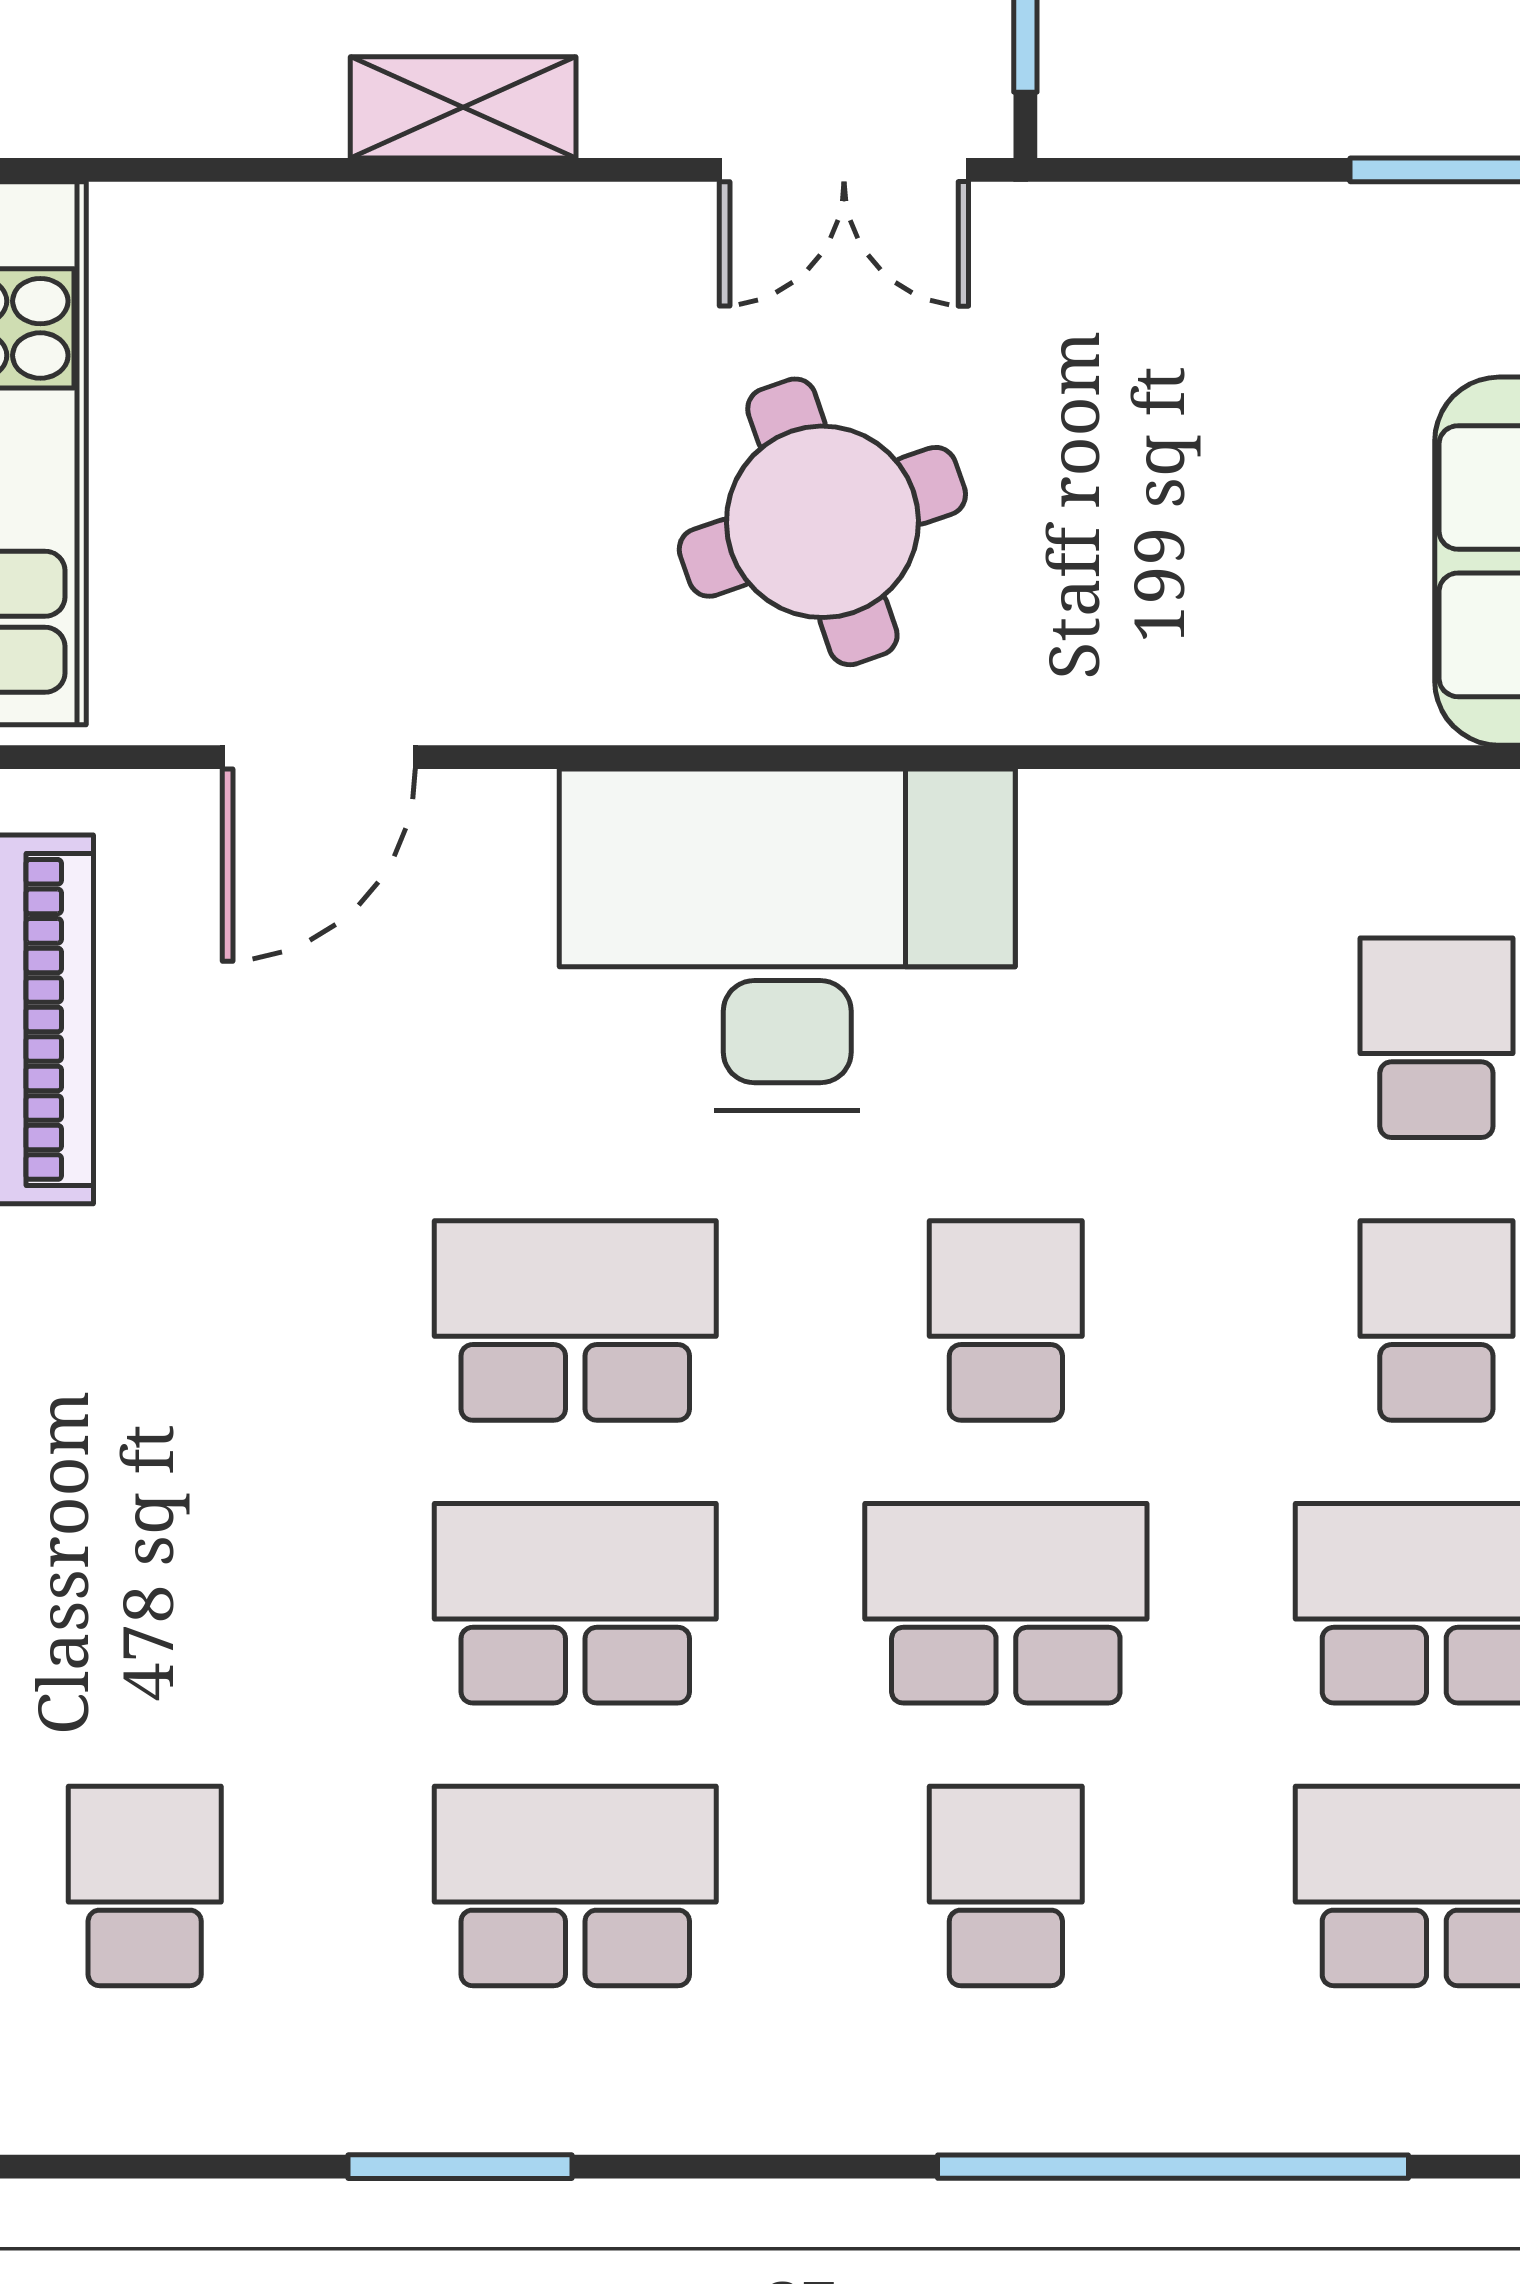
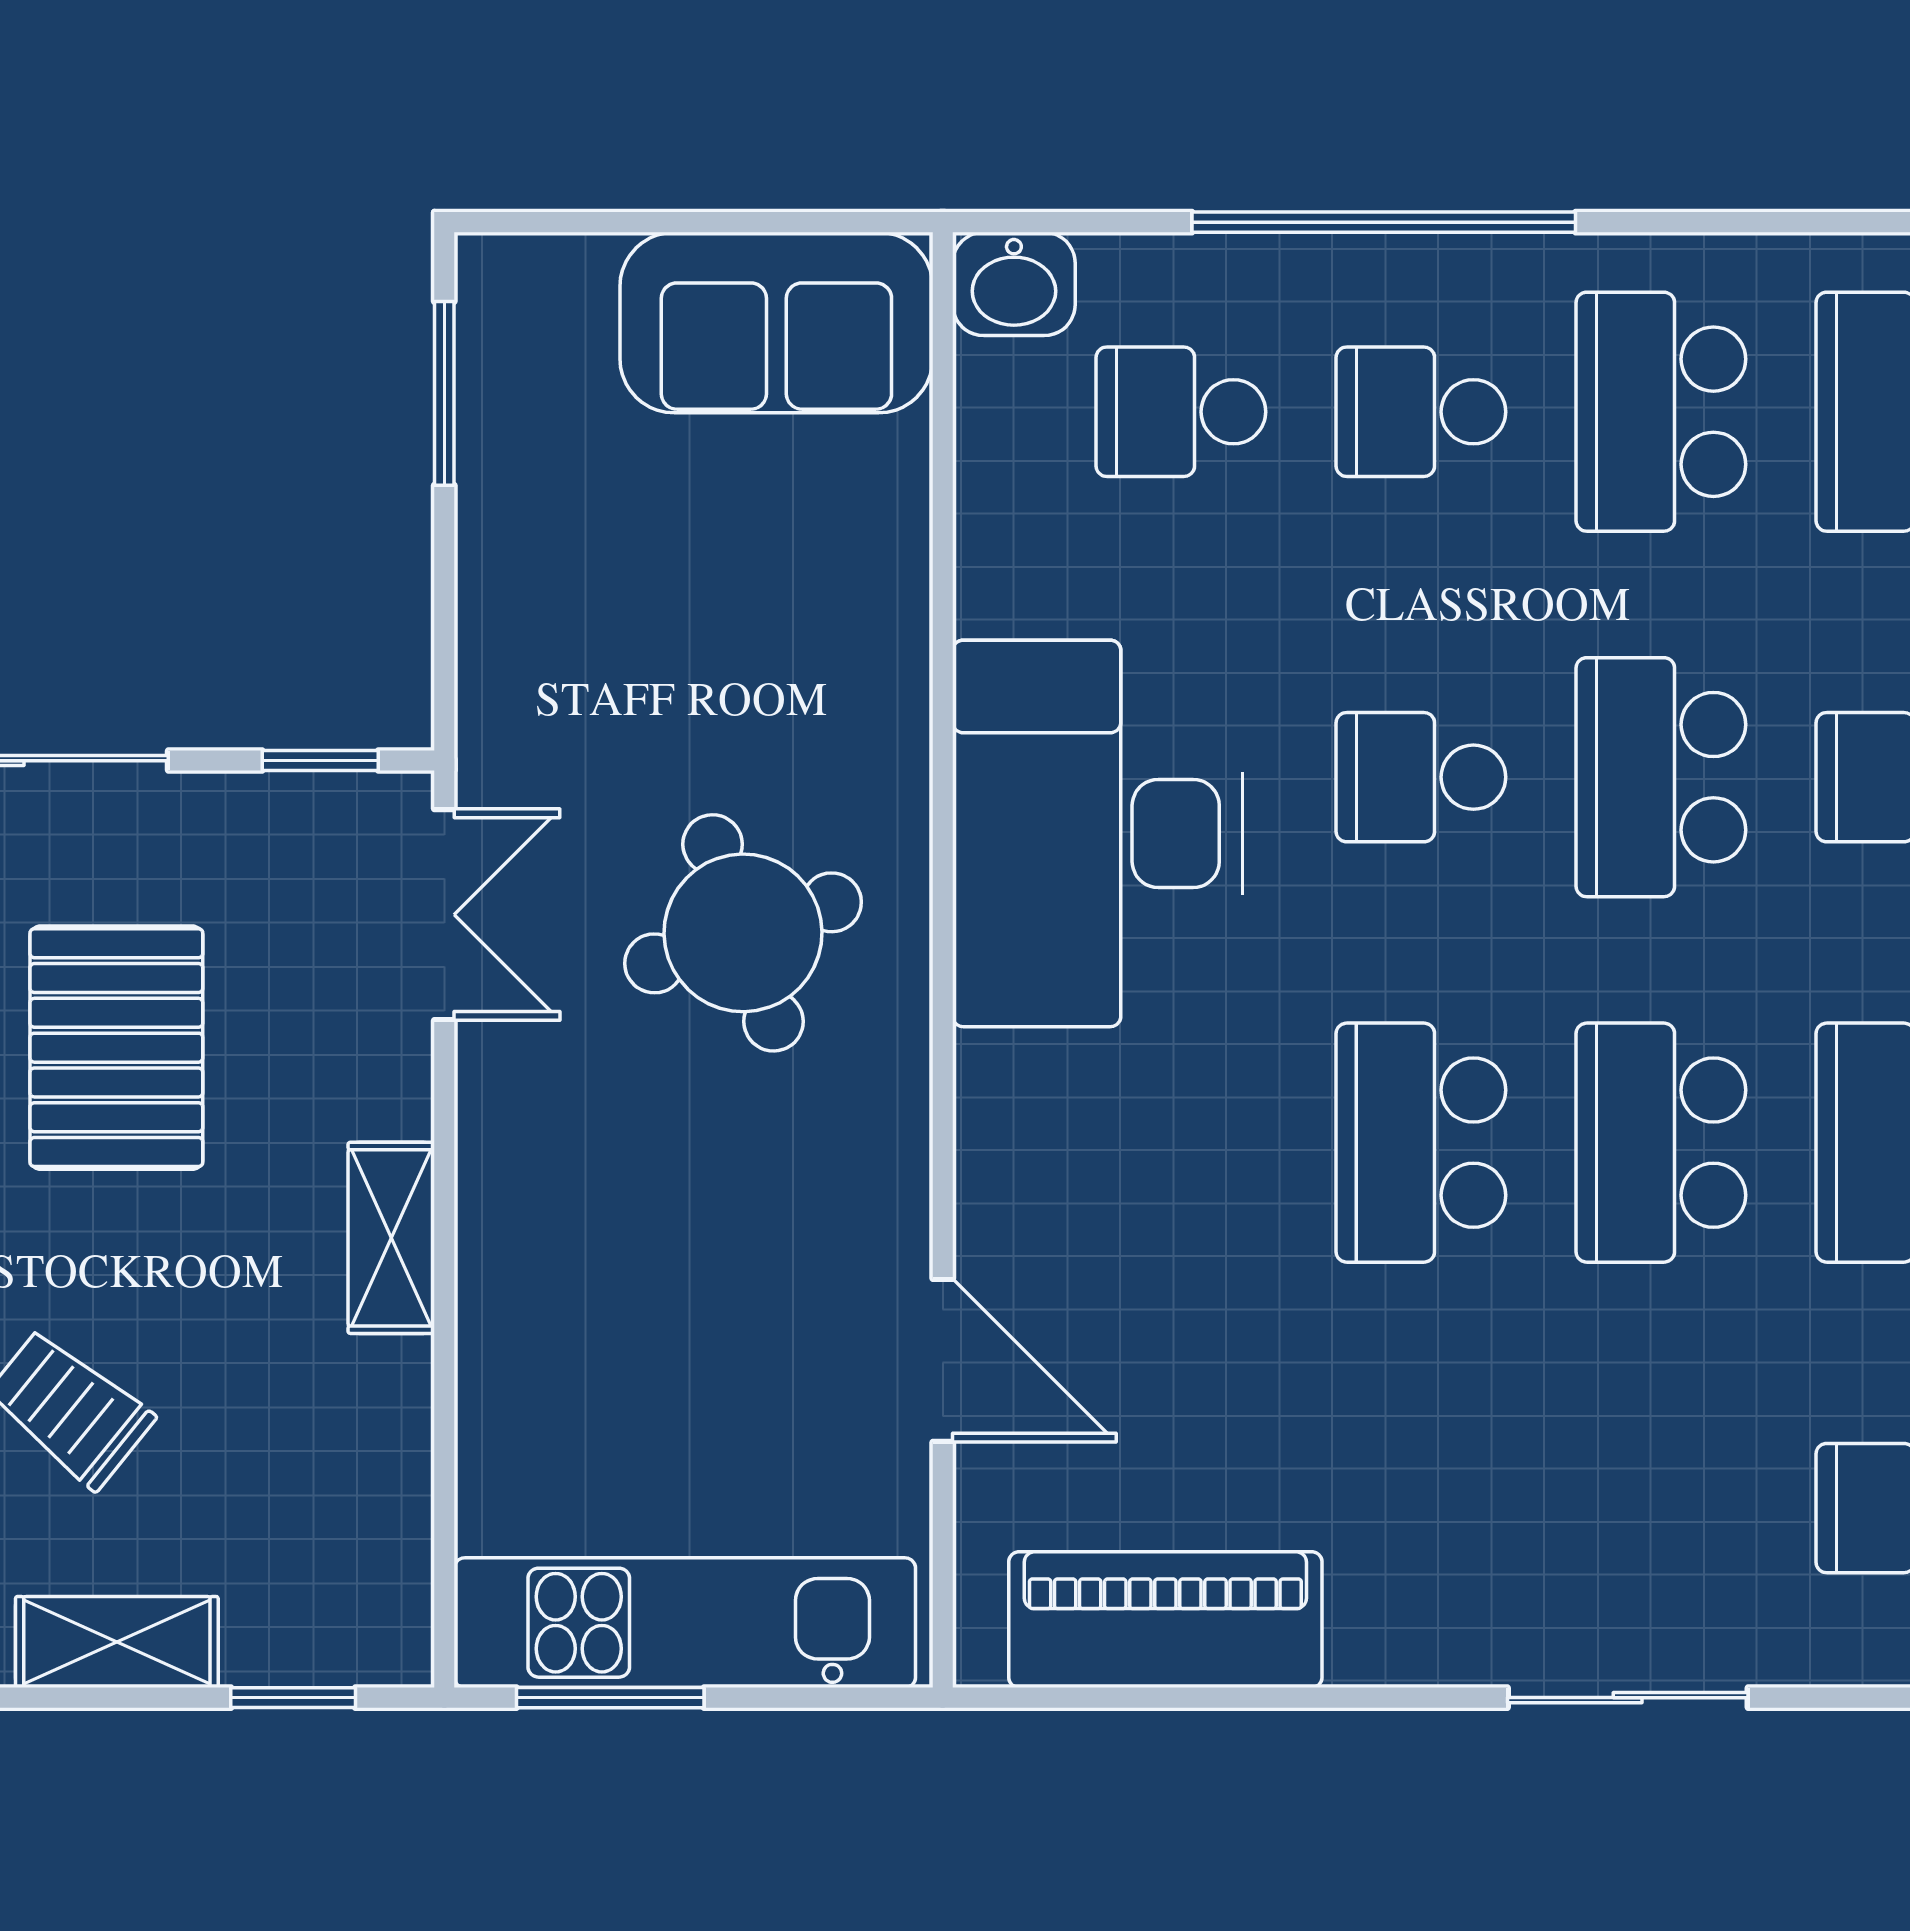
desk: (787, 939) -> (1097, 833), moved

